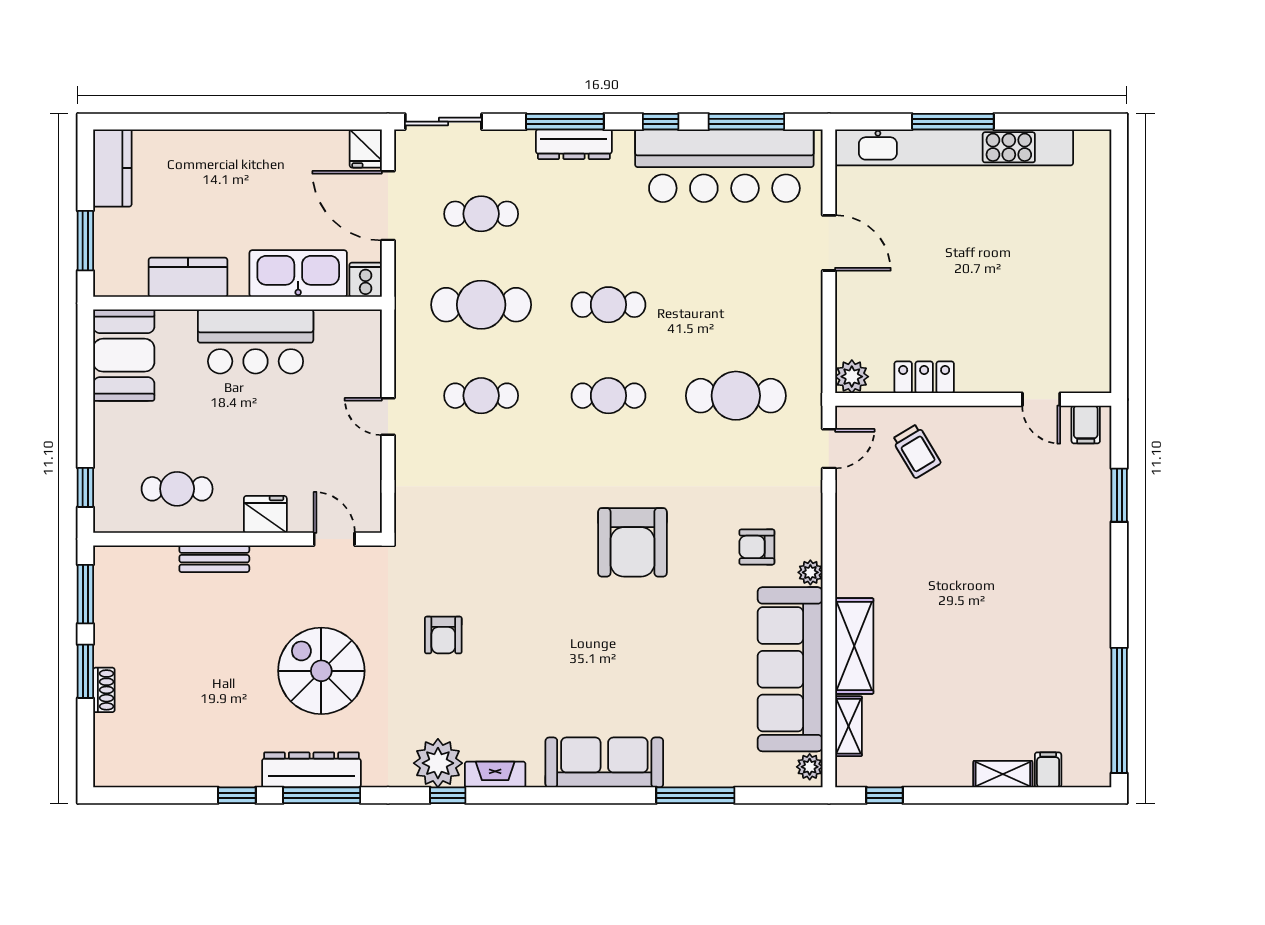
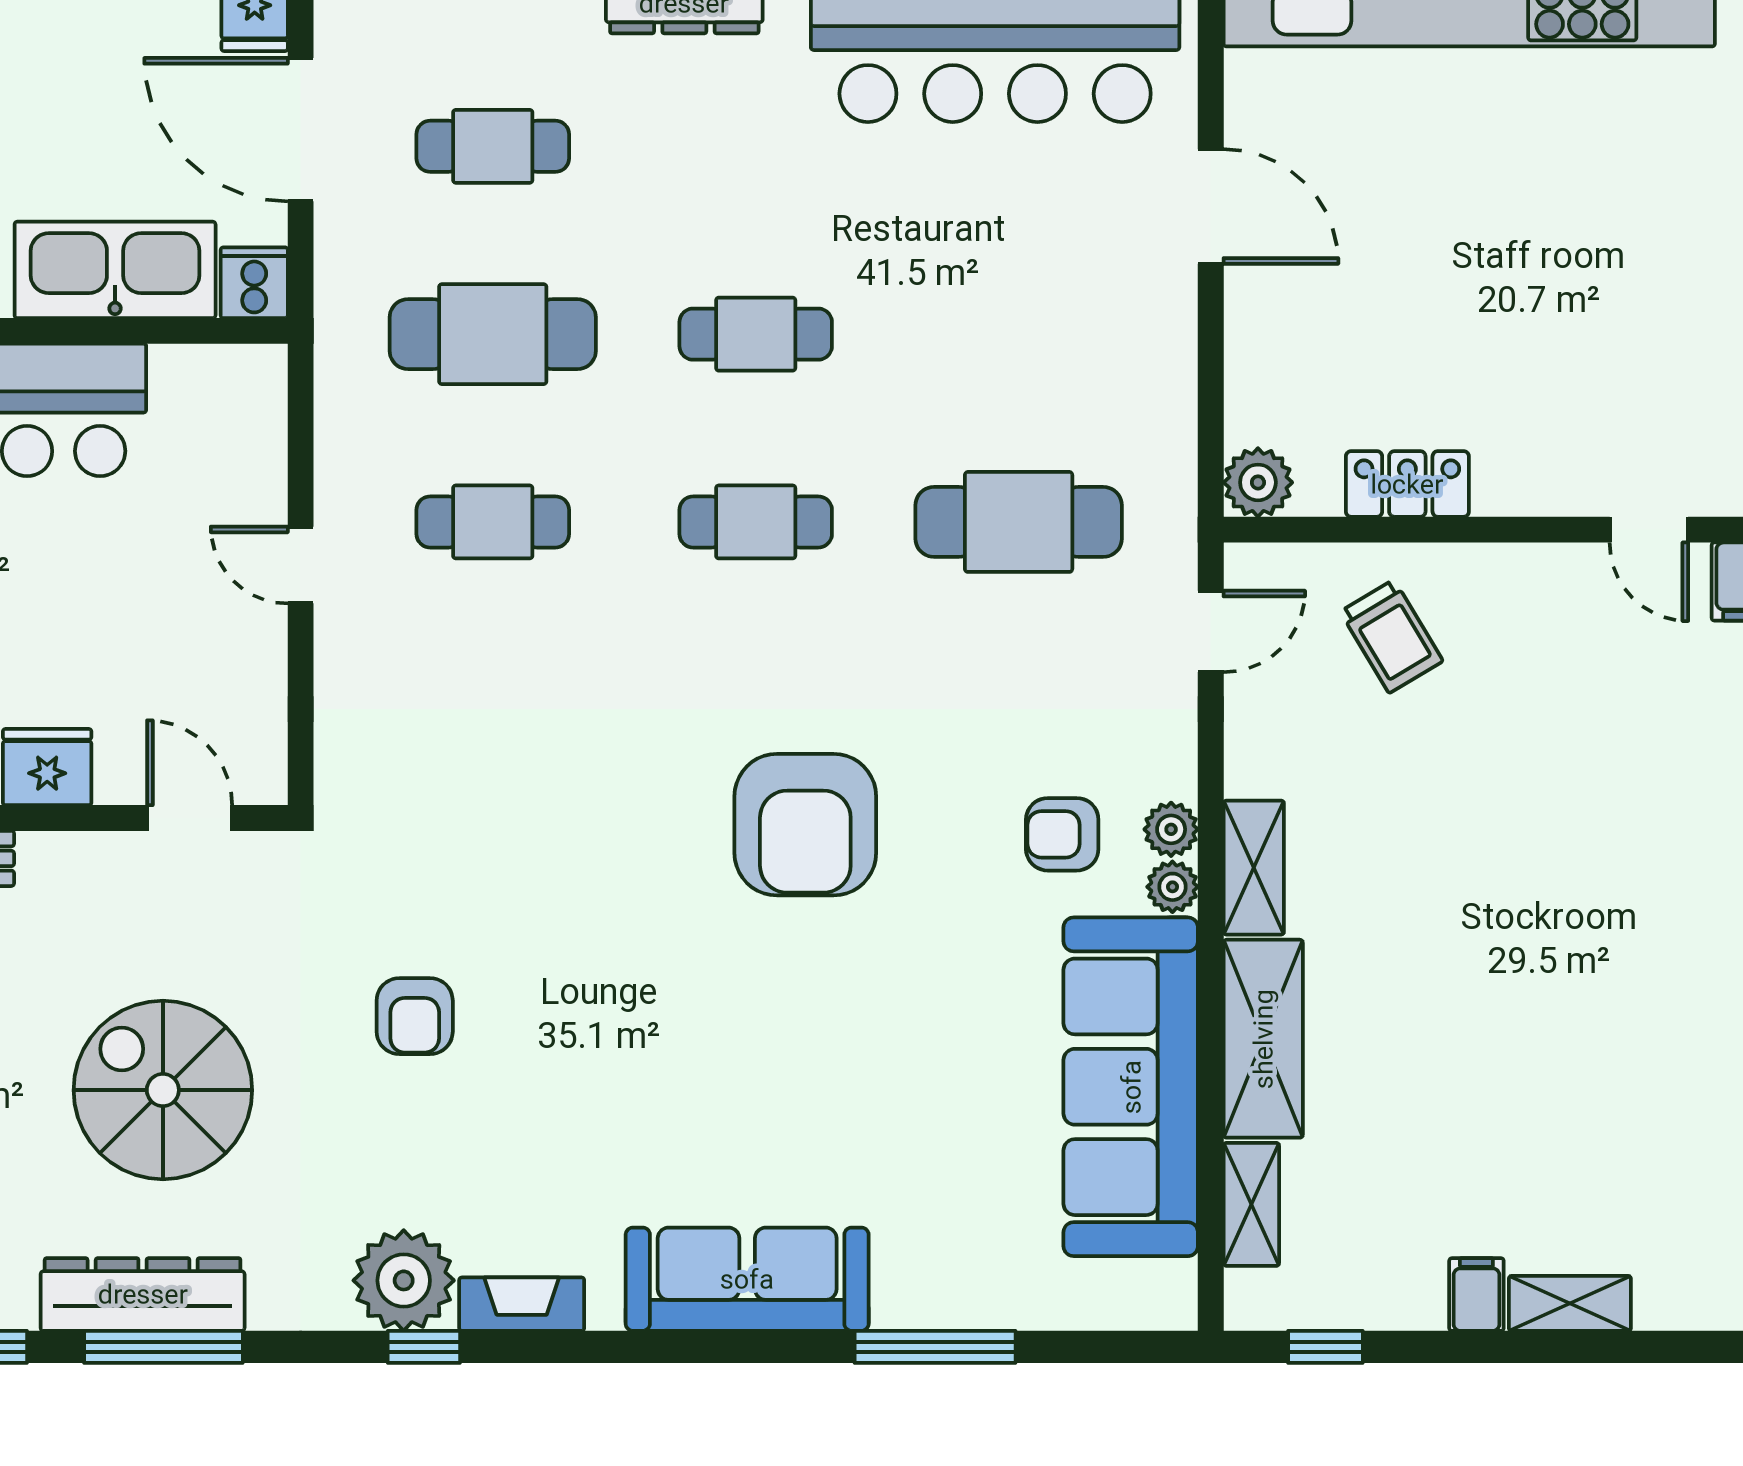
shelving: (850, 563) -> (1254, 868), added
plant: (810, 767) -> (1171, 829), moved
filing cabinet: (1048, 770) -> (1476, 1294), moved

